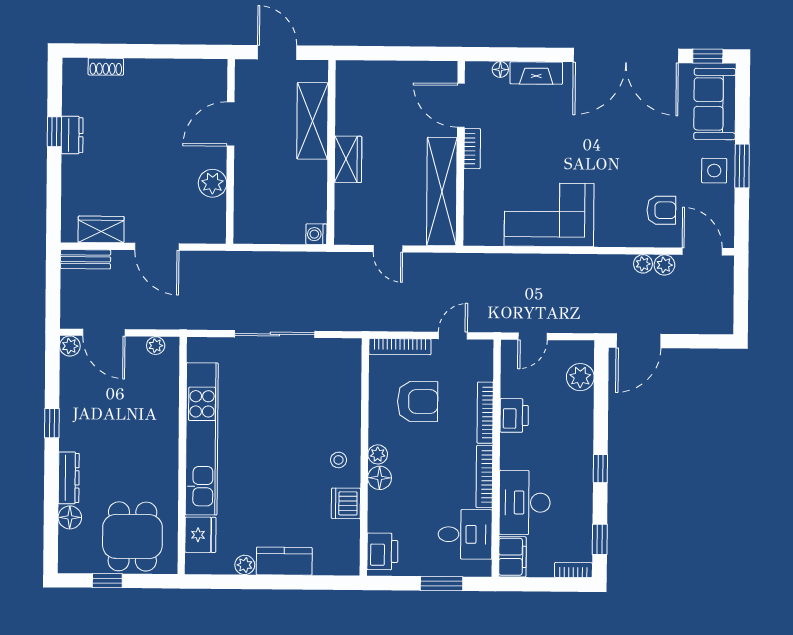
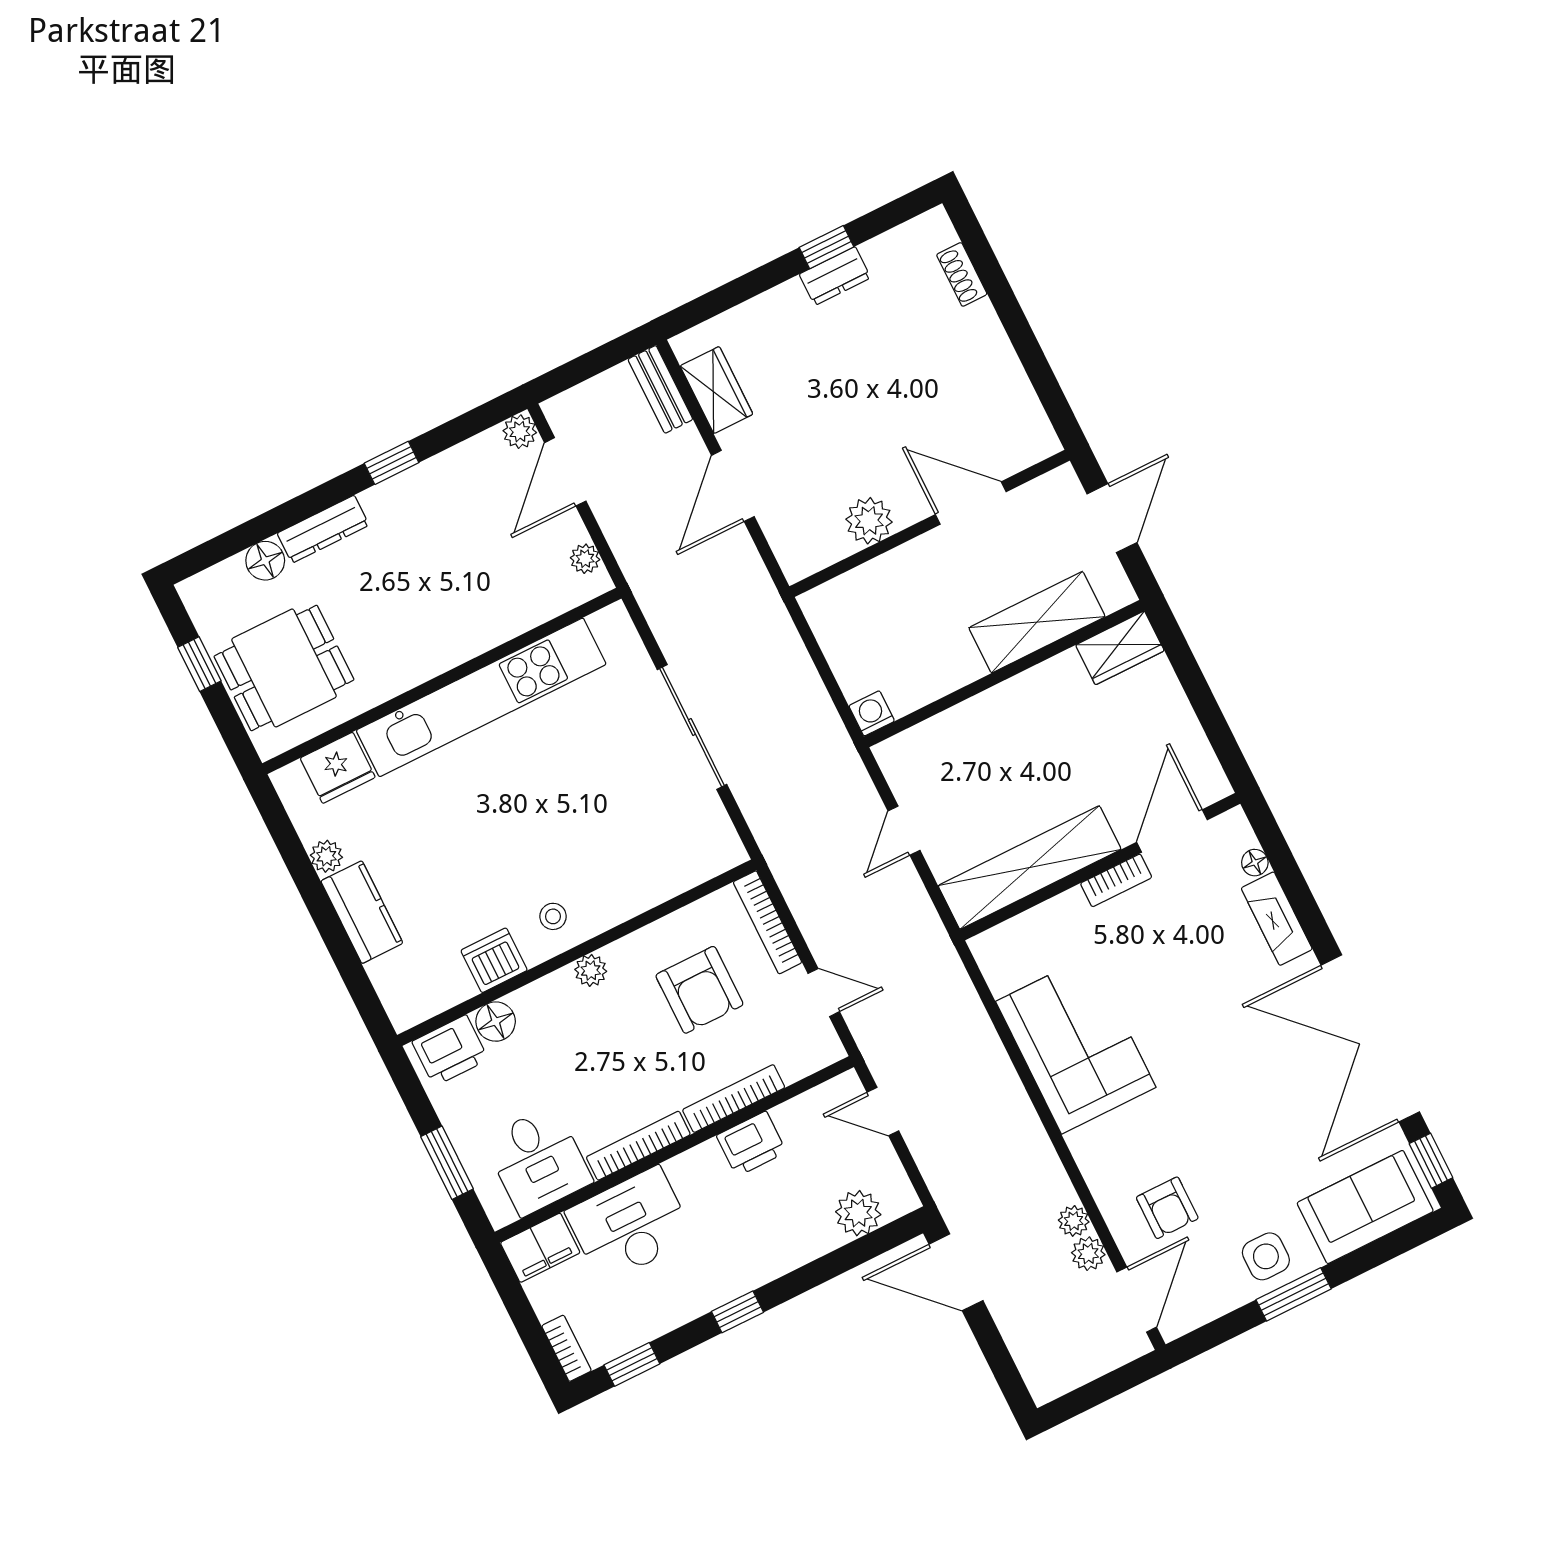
wardrobe: (348, 159) -> (1120, 648), moved
floor lamp: (380, 478) -> (496, 1022), moved

